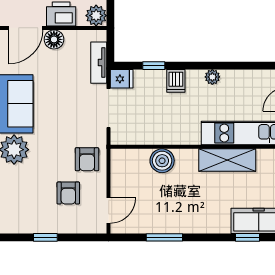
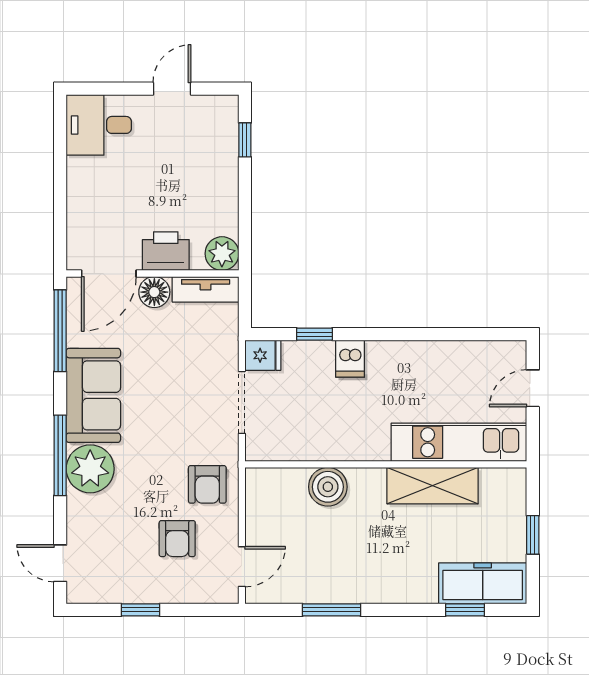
tv unit: (99, 63) -> (206, 289), moved, turned -90
plant: (212, 77) -> (409, 352), removed

